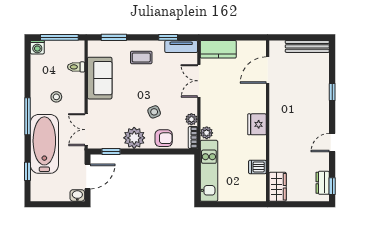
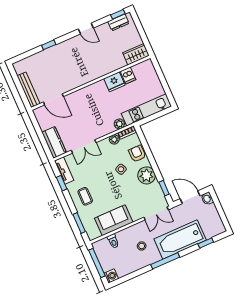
bench: (307, 46) -> (28, 90), moved
fridge: (257, 124) -> (114, 82), moved

